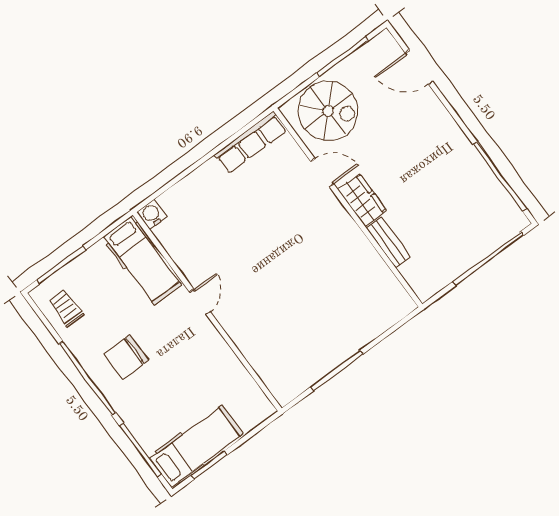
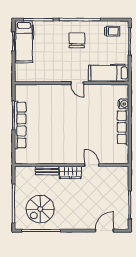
spiral stairs: (328, 111) -> (40, 209), moved
row of seats: (251, 143) -> (123, 127), moved
door: (322, 173) -> (92, 165), swing flipped
water cooler: (152, 214) -> (123, 104), moved
row of seats: (345, 347) -> (20, 125), added

